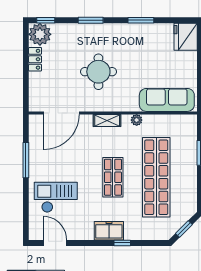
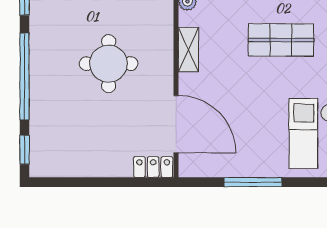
window: (91, 20) -> (25, 77), width x2.11
plant: (40, 34) -> (48, 159), removed
locker: (35, 59) -> (153, 167), moved

